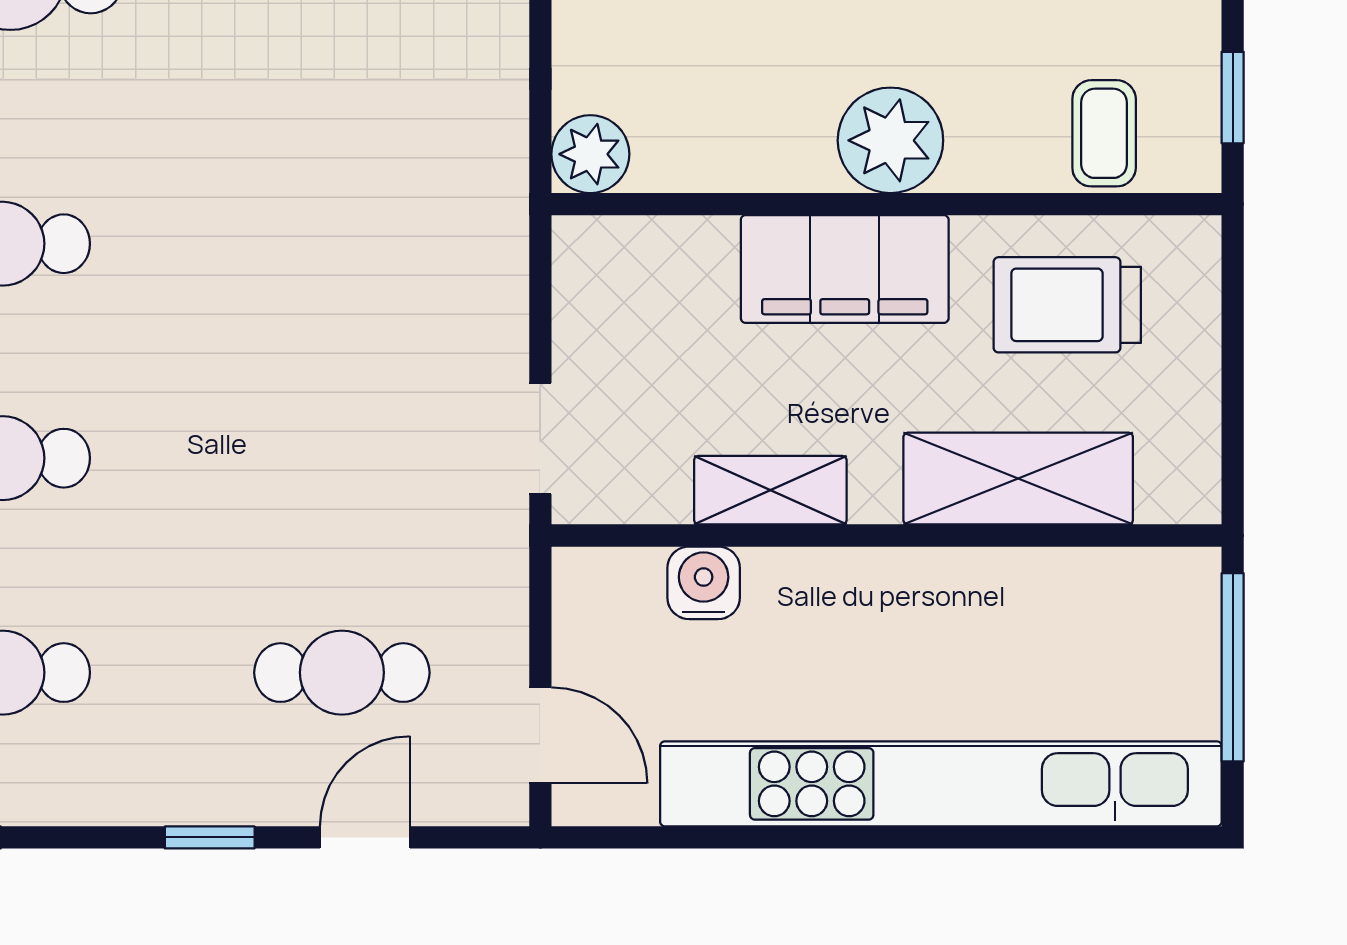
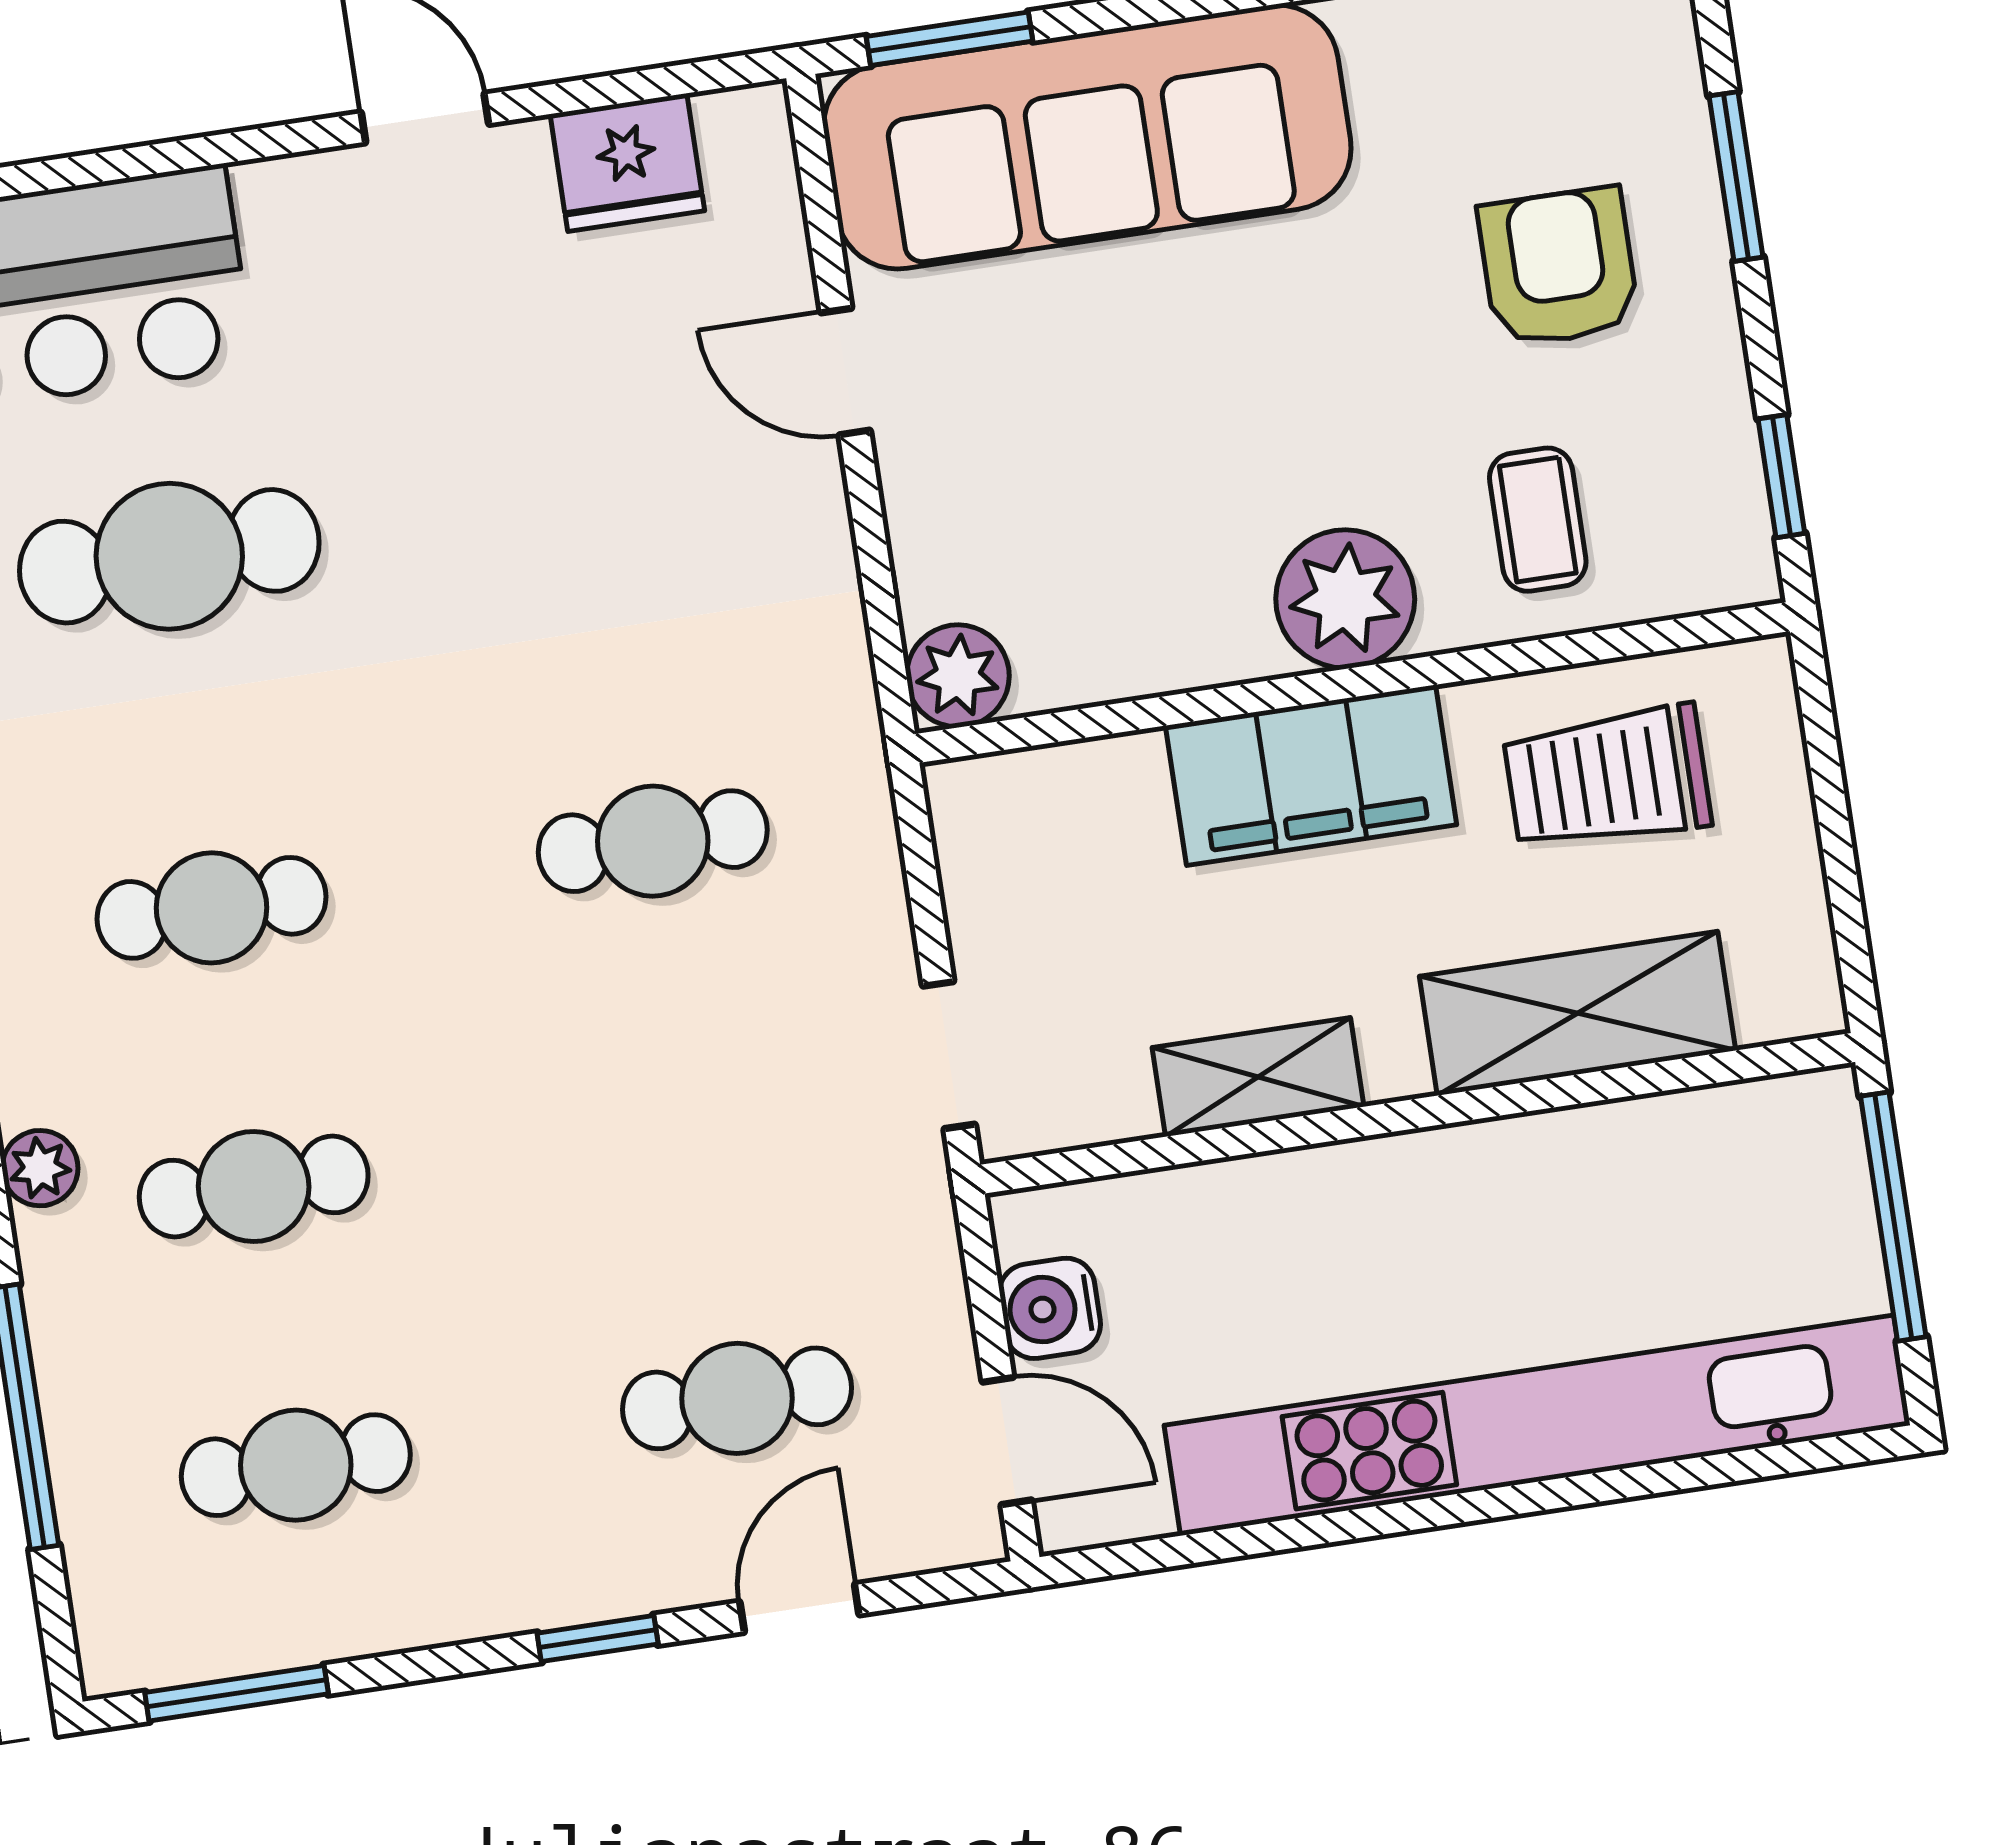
coffee table: (1104, 133) -> (1538, 520), moved
cafe table: (342, 244) -> (653, 841), added
water cooler: (704, 583) -> (1050, 1308), moved, turned -90

